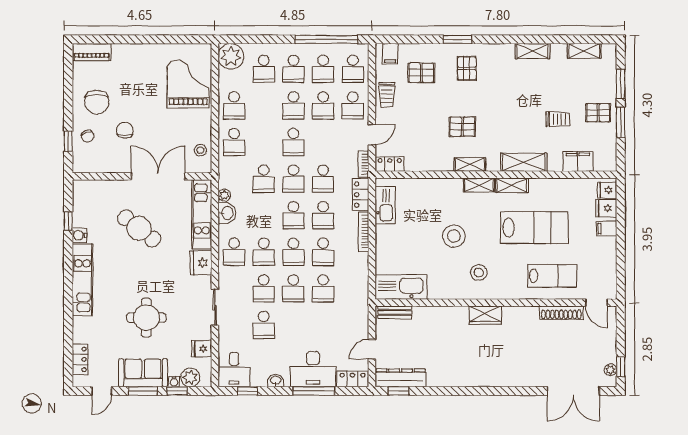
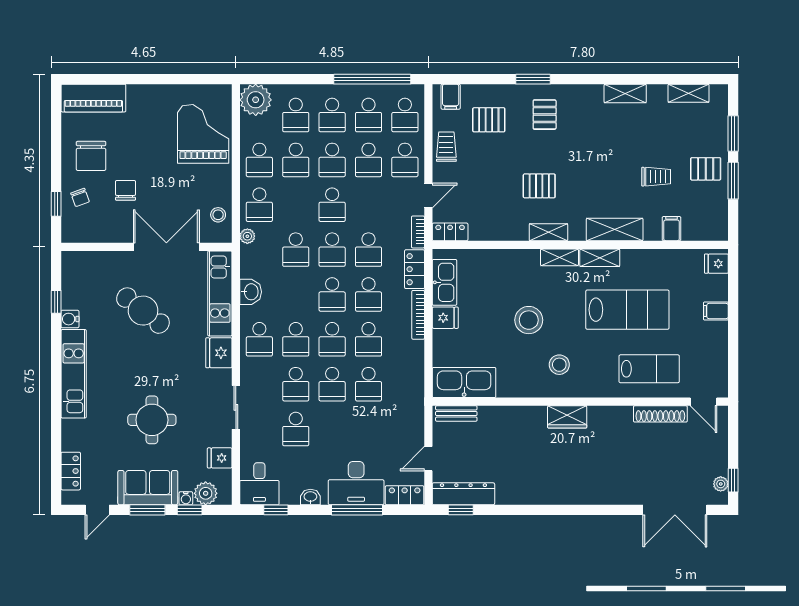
piano: (92, 52) -> (93, 98), width x1.37, depth x1.33
trolley: (387, 95) -> (446, 147), turned 180
school desk: (264, 105) -> (296, 160), added
filing cabinet: (578, 161) -> (671, 229), width x0.50
plant: (224, 195) -> (247, 236), moved
fridge: (606, 208) -> (445, 318), moved, turned 180

